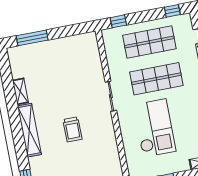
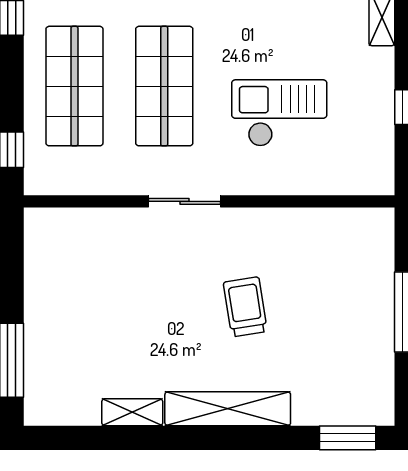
checkout: (154, 128) -> (279, 113), width x0.73, depth x0.83
trolley: (72, 129) -> (245, 307), turned -99

